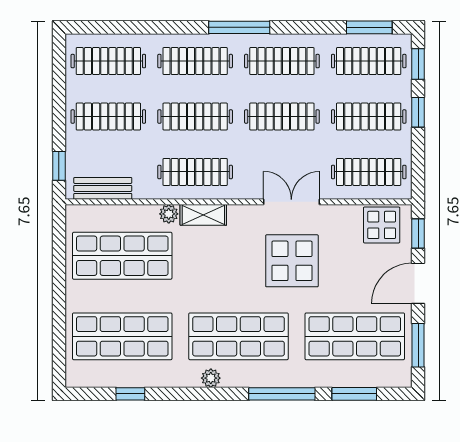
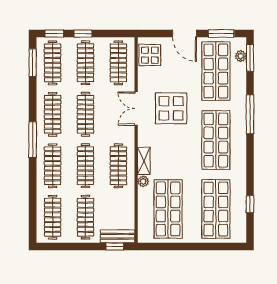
bench: (103, 188) -> (118, 236), moved, turned 90
window: (418, 234) -> (155, 34), removed
plant: (211, 378) -> (241, 56), moved
window: (354, 394) -> (250, 58), moved

